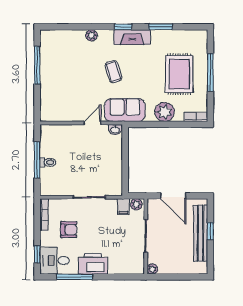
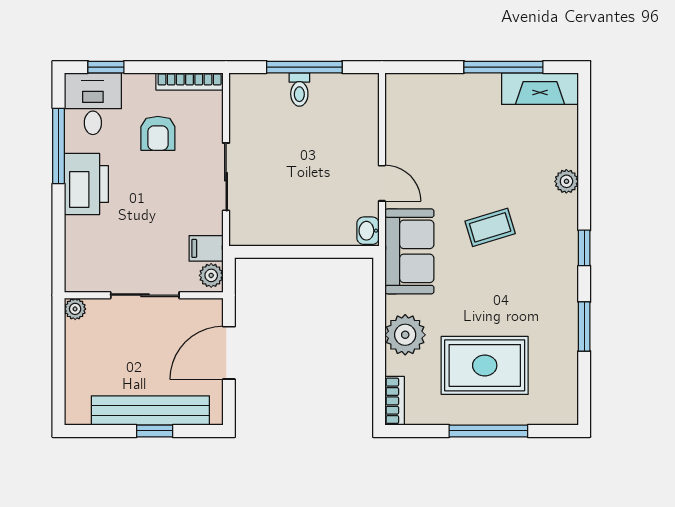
fireplace: (132, 37) -> (540, 89), moved, turned -90

